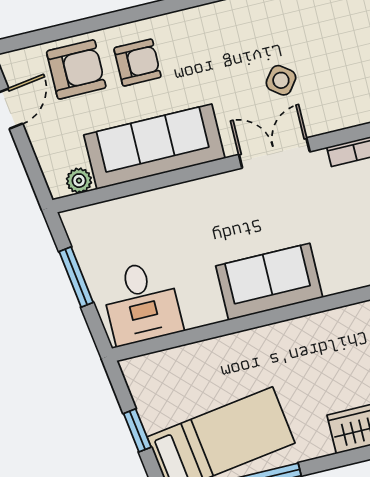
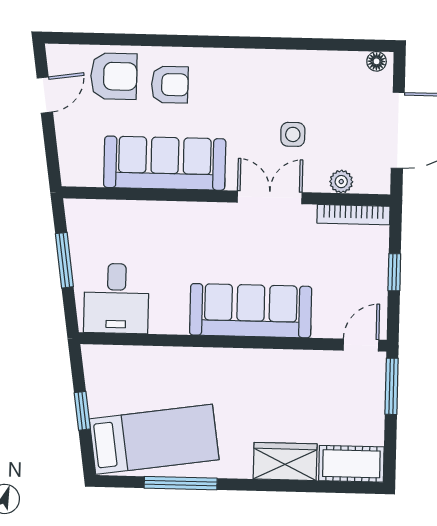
side table: (281, 80) -> (293, 134), turned -37
plant: (79, 181) -> (341, 182), moved
sofa: (269, 282) -> (251, 311), width x1.36

